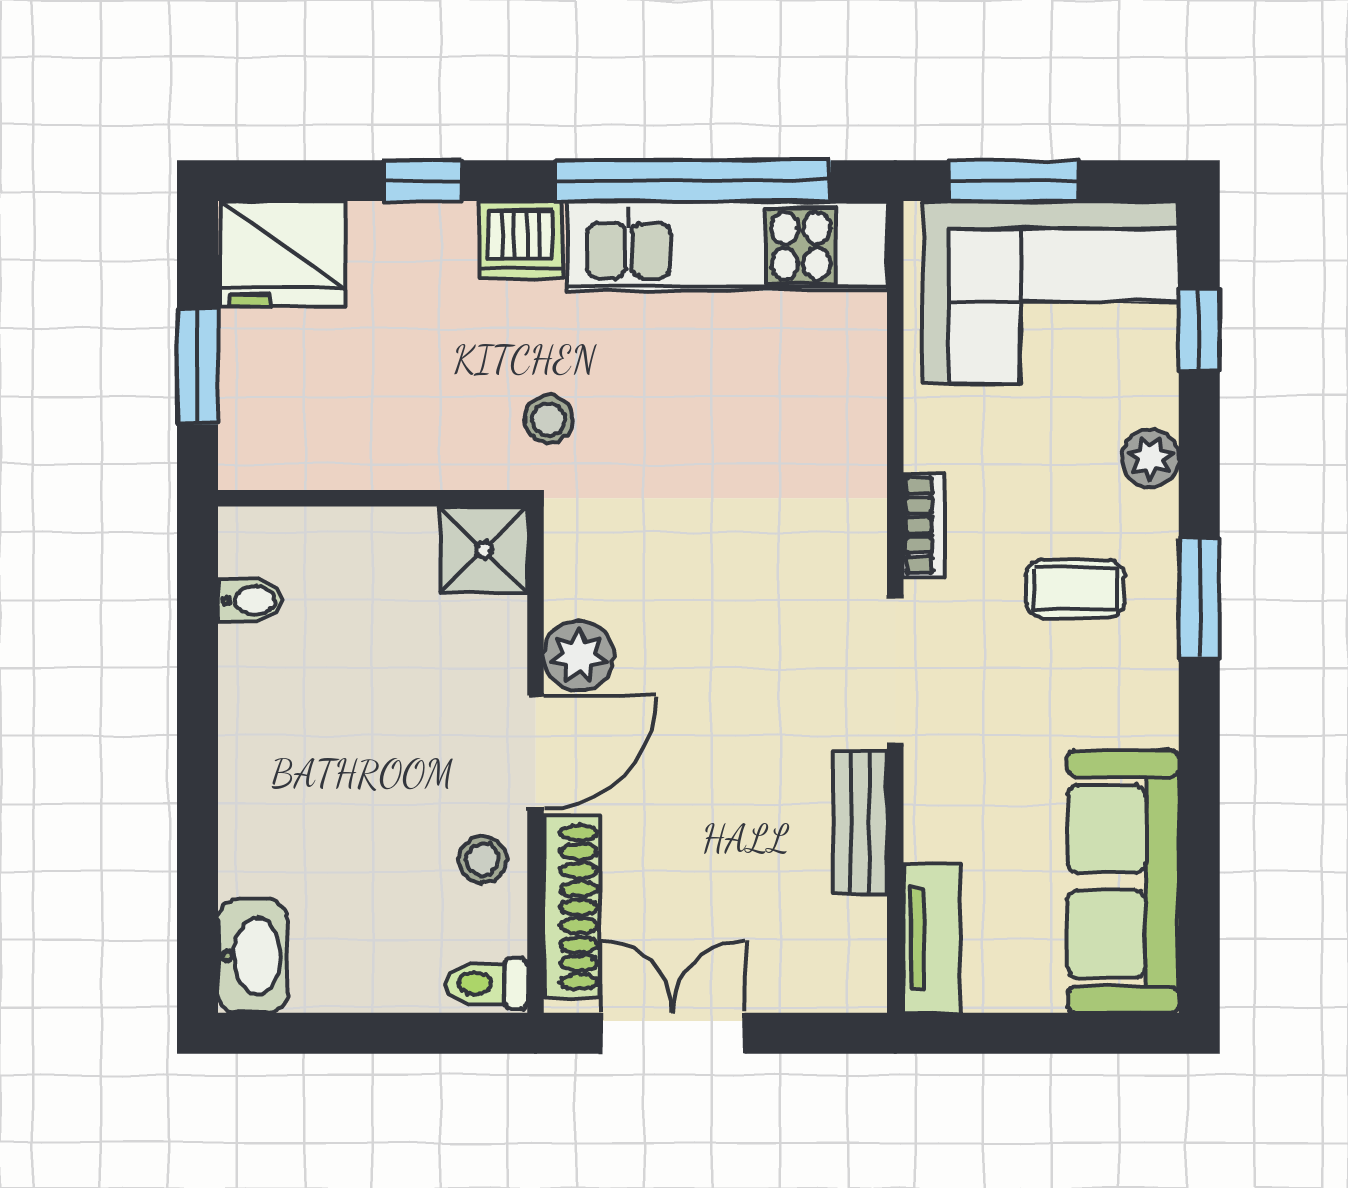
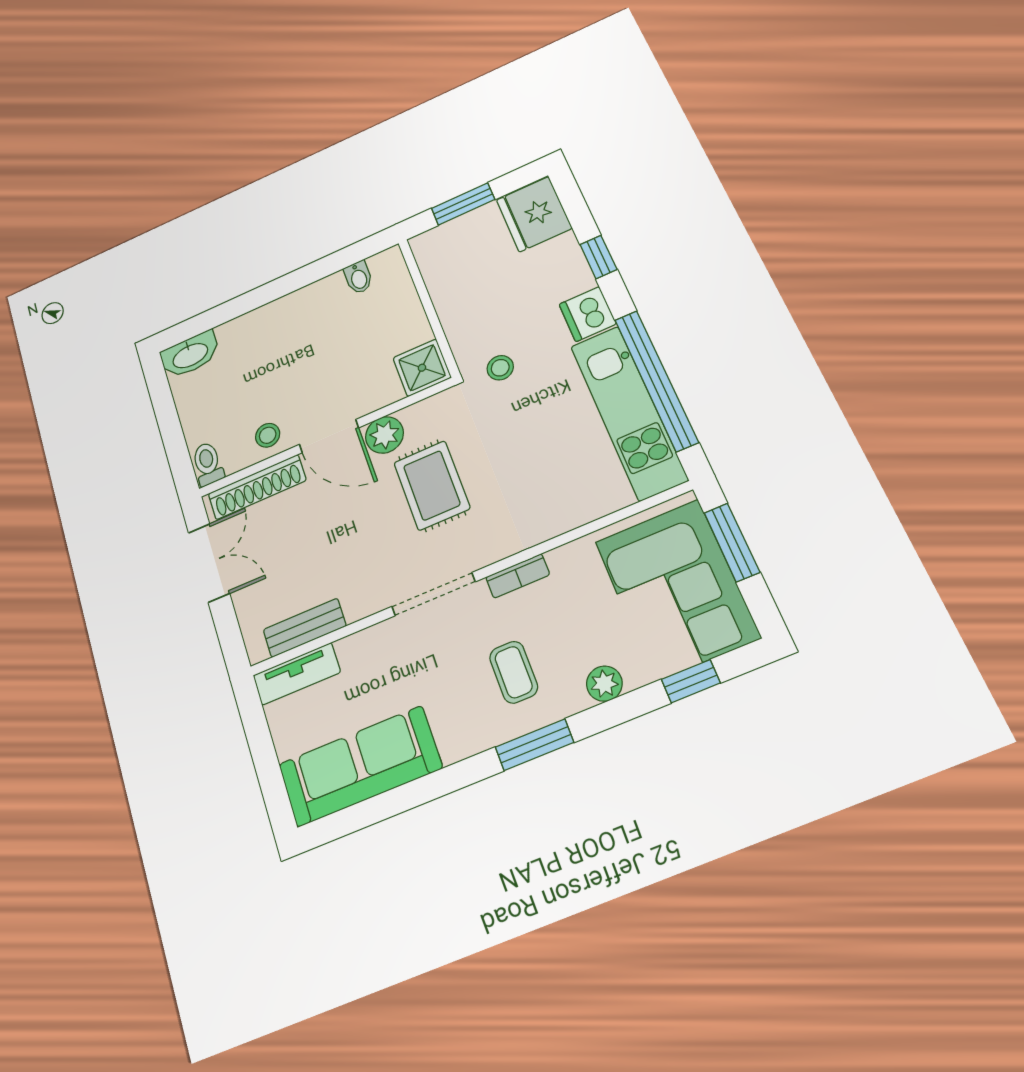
rug: (707, 608) -> (432, 485), added
bench: (860, 822) -> (305, 628), moved

